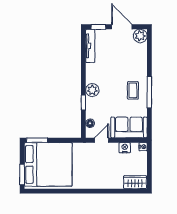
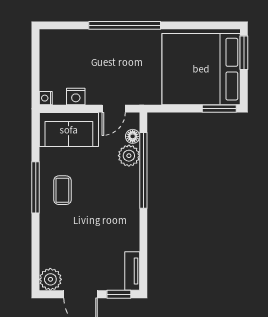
tv unit: (90, 46) -> (132, 271), width x0.71
plant: (92, 90) -> (129, 156), moved
window: (83, 103) -> (143, 170), width x3.17
wardrobe: (135, 182) -> (59, 40), removed
window: (95, 191) -> (125, 25), added

